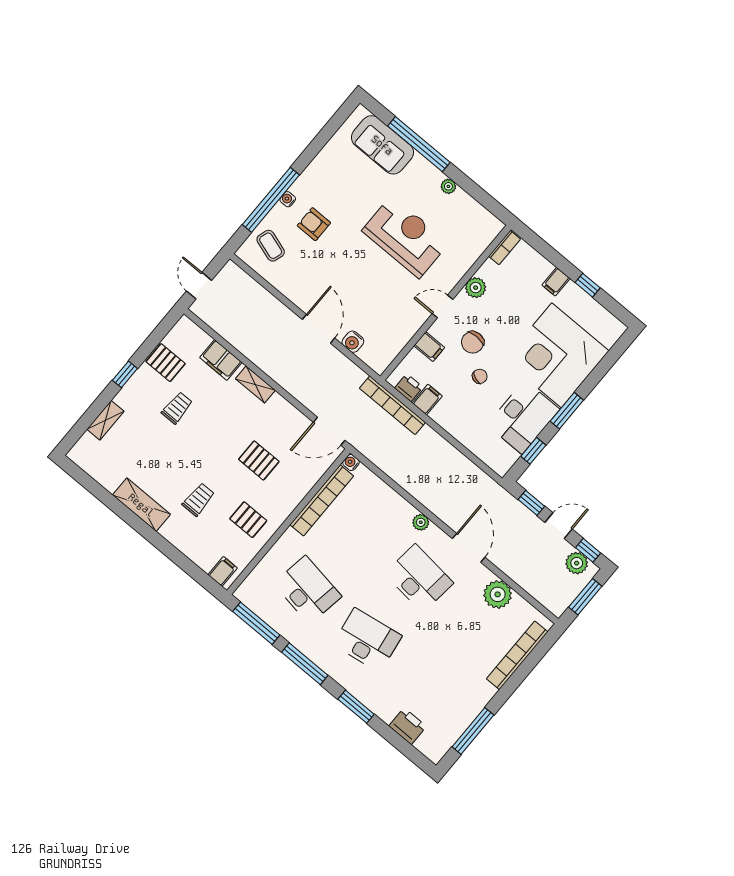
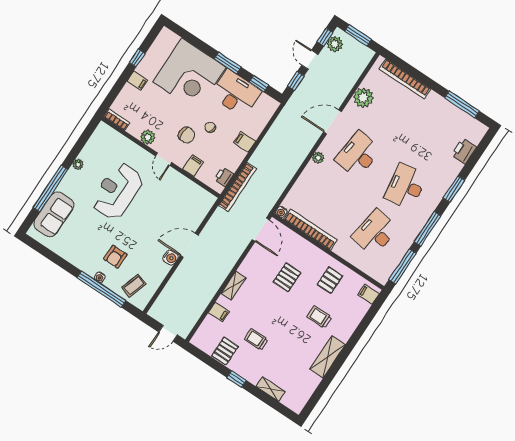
water cooler: (353, 342) -> (170, 258), moved
filing cabinet: (221, 360) -> (219, 312), width x0.50
filing cabinet: (427, 400) -> (245, 142), moved

